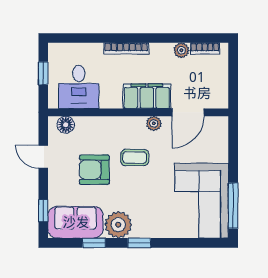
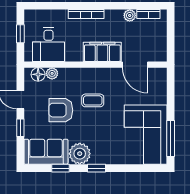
door: (188, 112) -> (135, 65), hinge flipped
plant: (154, 123) -> (52, 73), moved
window: (43, 211) -> (20, 128), moved

